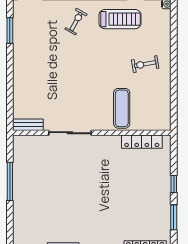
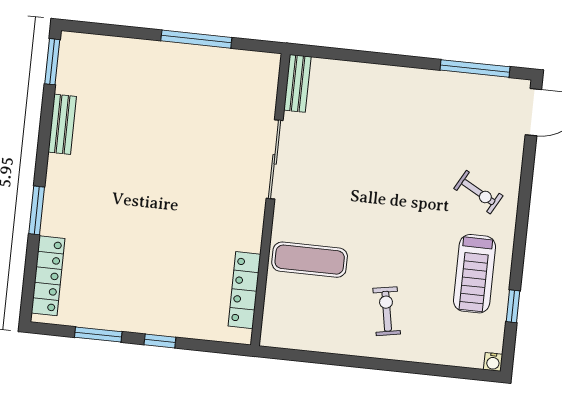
window: (10, 30) -> (475, 68), width x1.44

